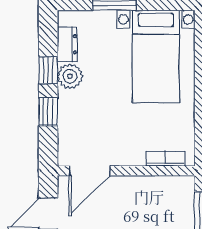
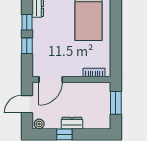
plant: (70, 76) -> (39, 26), removed

